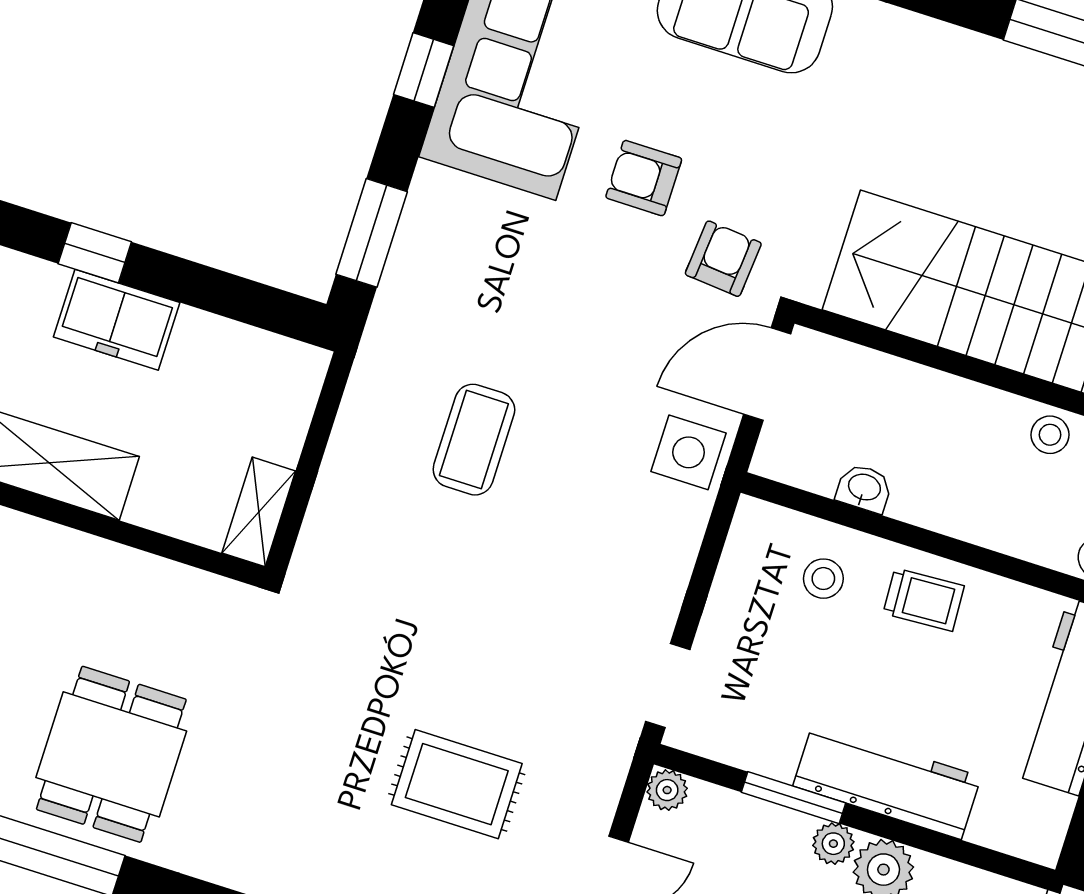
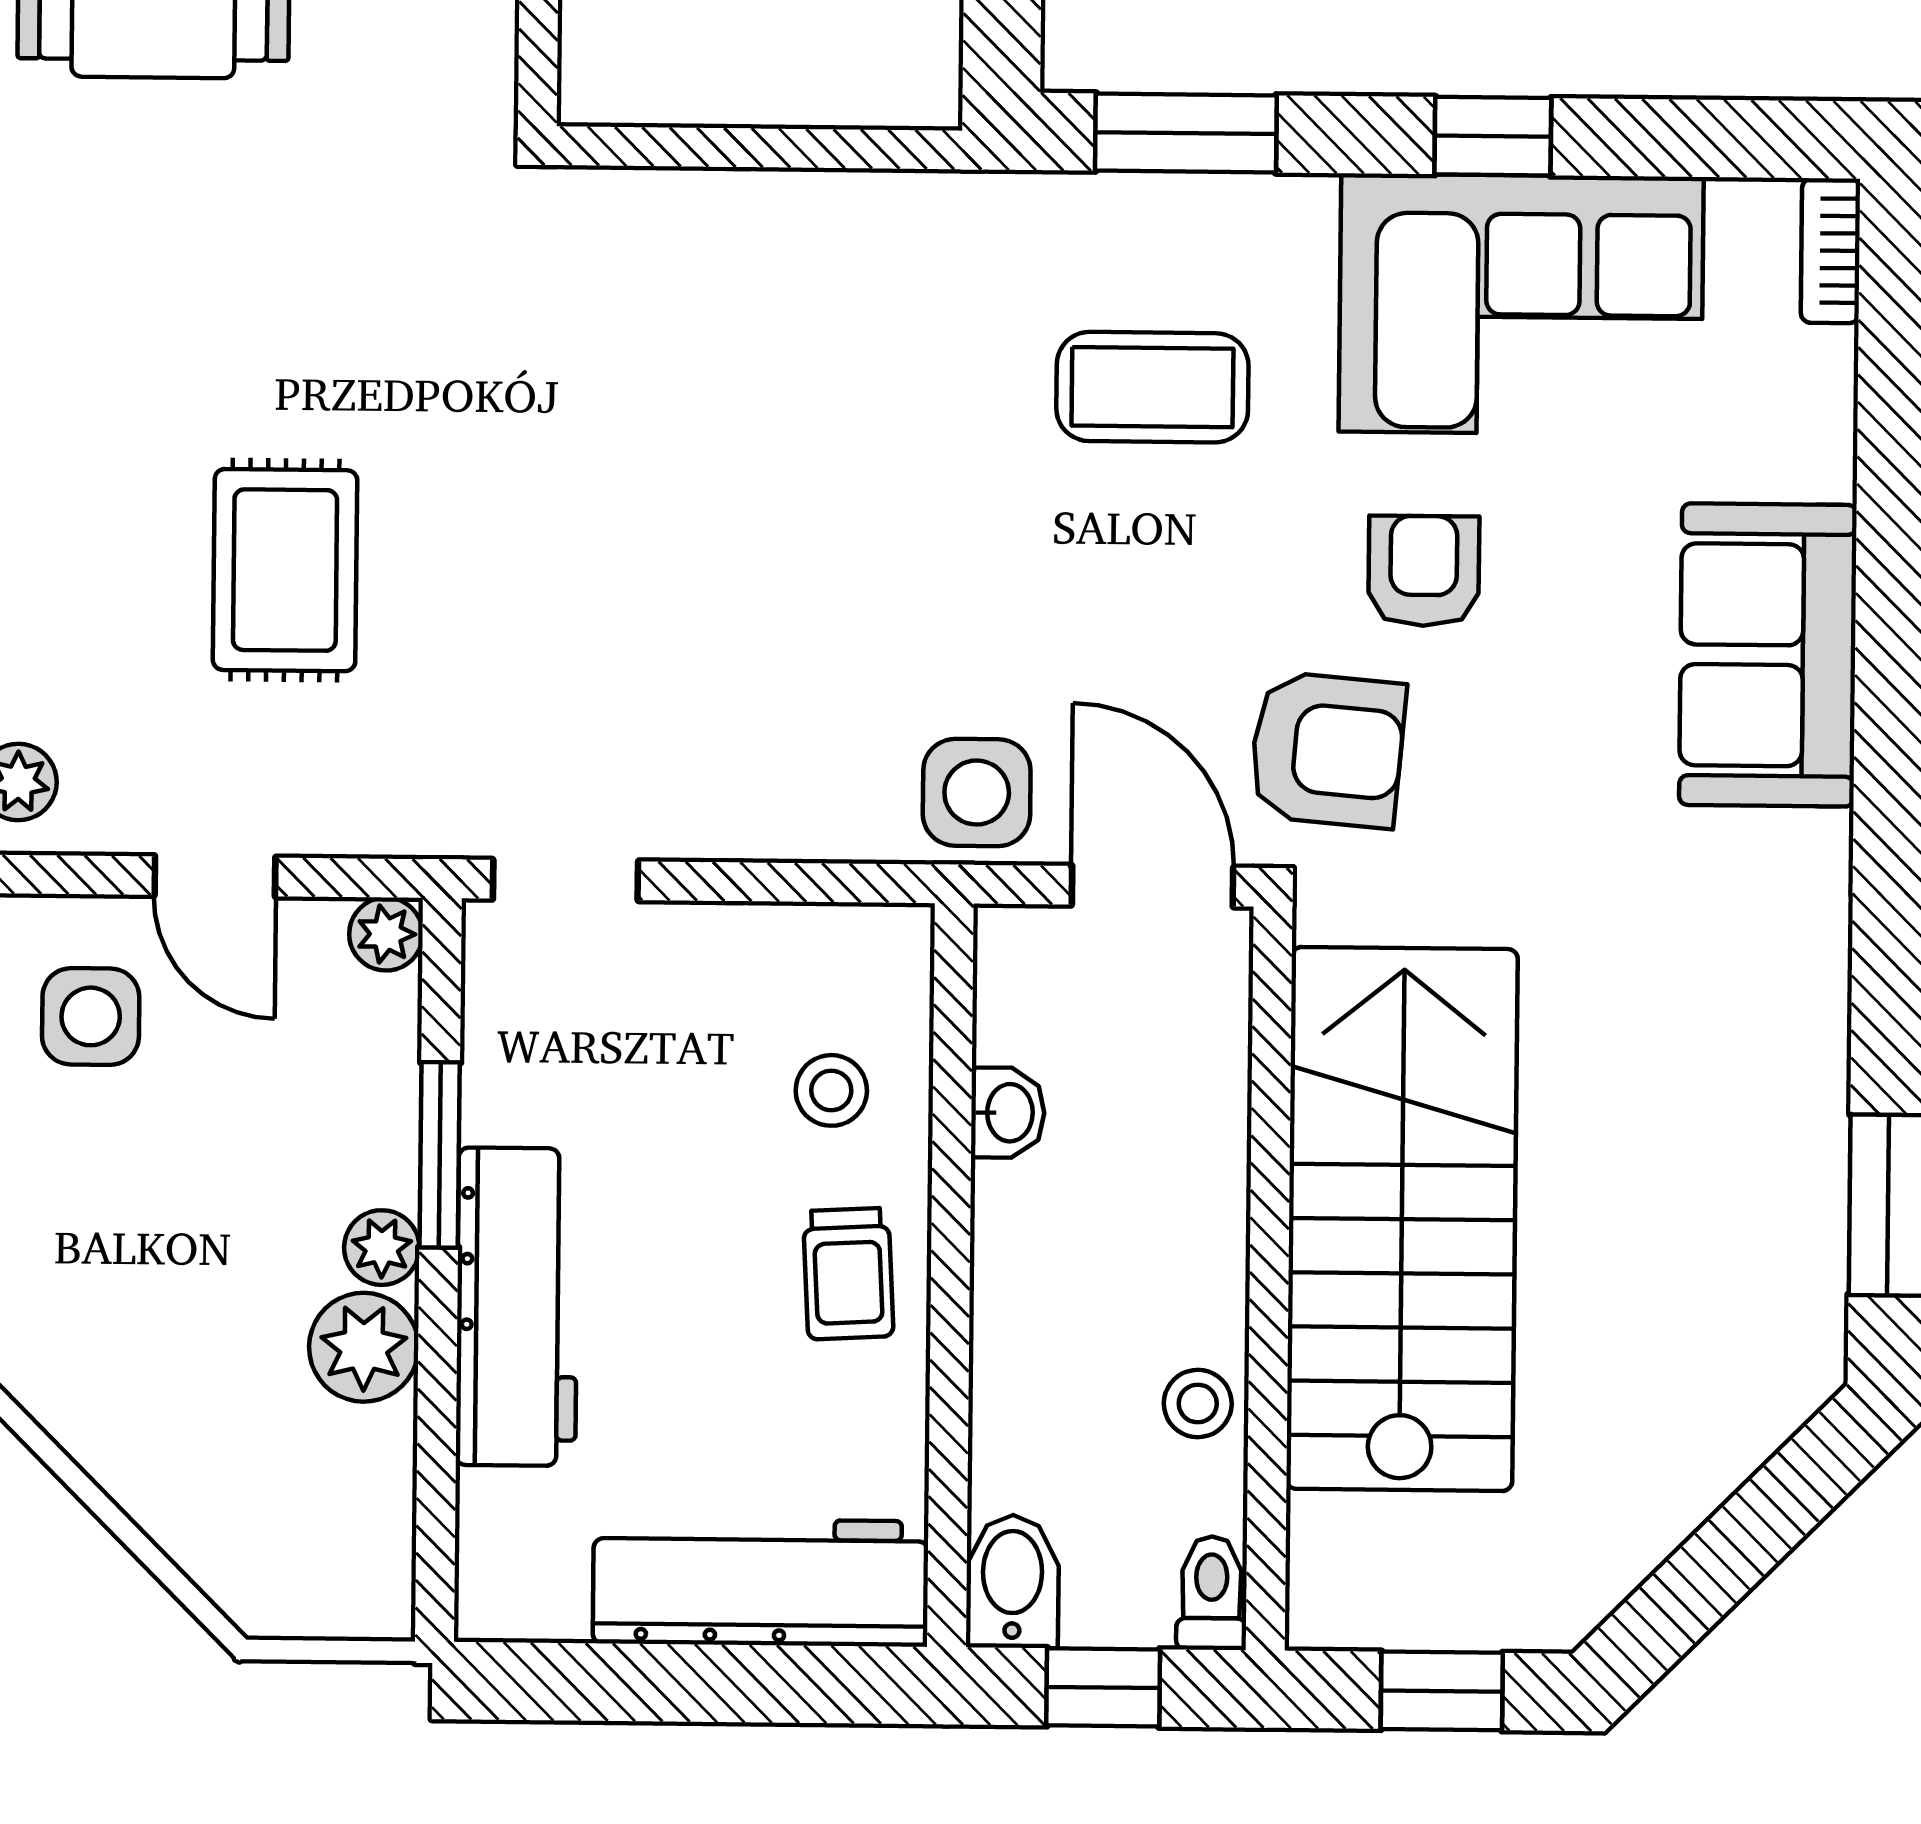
armchair: (723, 259) -> (1327, 750), width x1.38, depth x1.38
coffee table: (474, 440) -> (1152, 387), moved
shelving: (259, 512) -> (648, 87), removed

